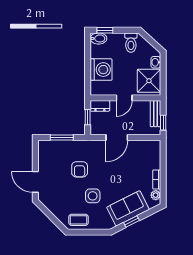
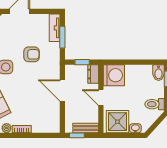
washing machine: (101, 70) -> (114, 75), moved, turned -90
tv unit: (52, 146) -> (55, 28), added
armchair: (80, 169) -> (32, 54), turned 180

